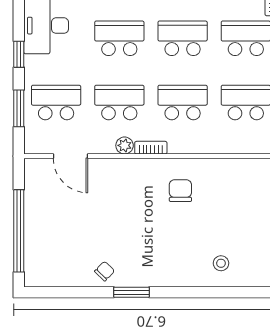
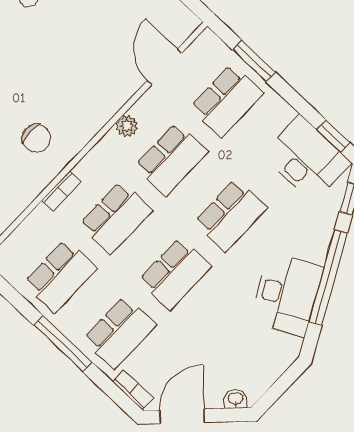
window: (19, 54) -> (333, 136), moved
bookcase: (151, 148) -> (61, 191), moved
door: (71, 156) -> (165, 67), hinge flipped

